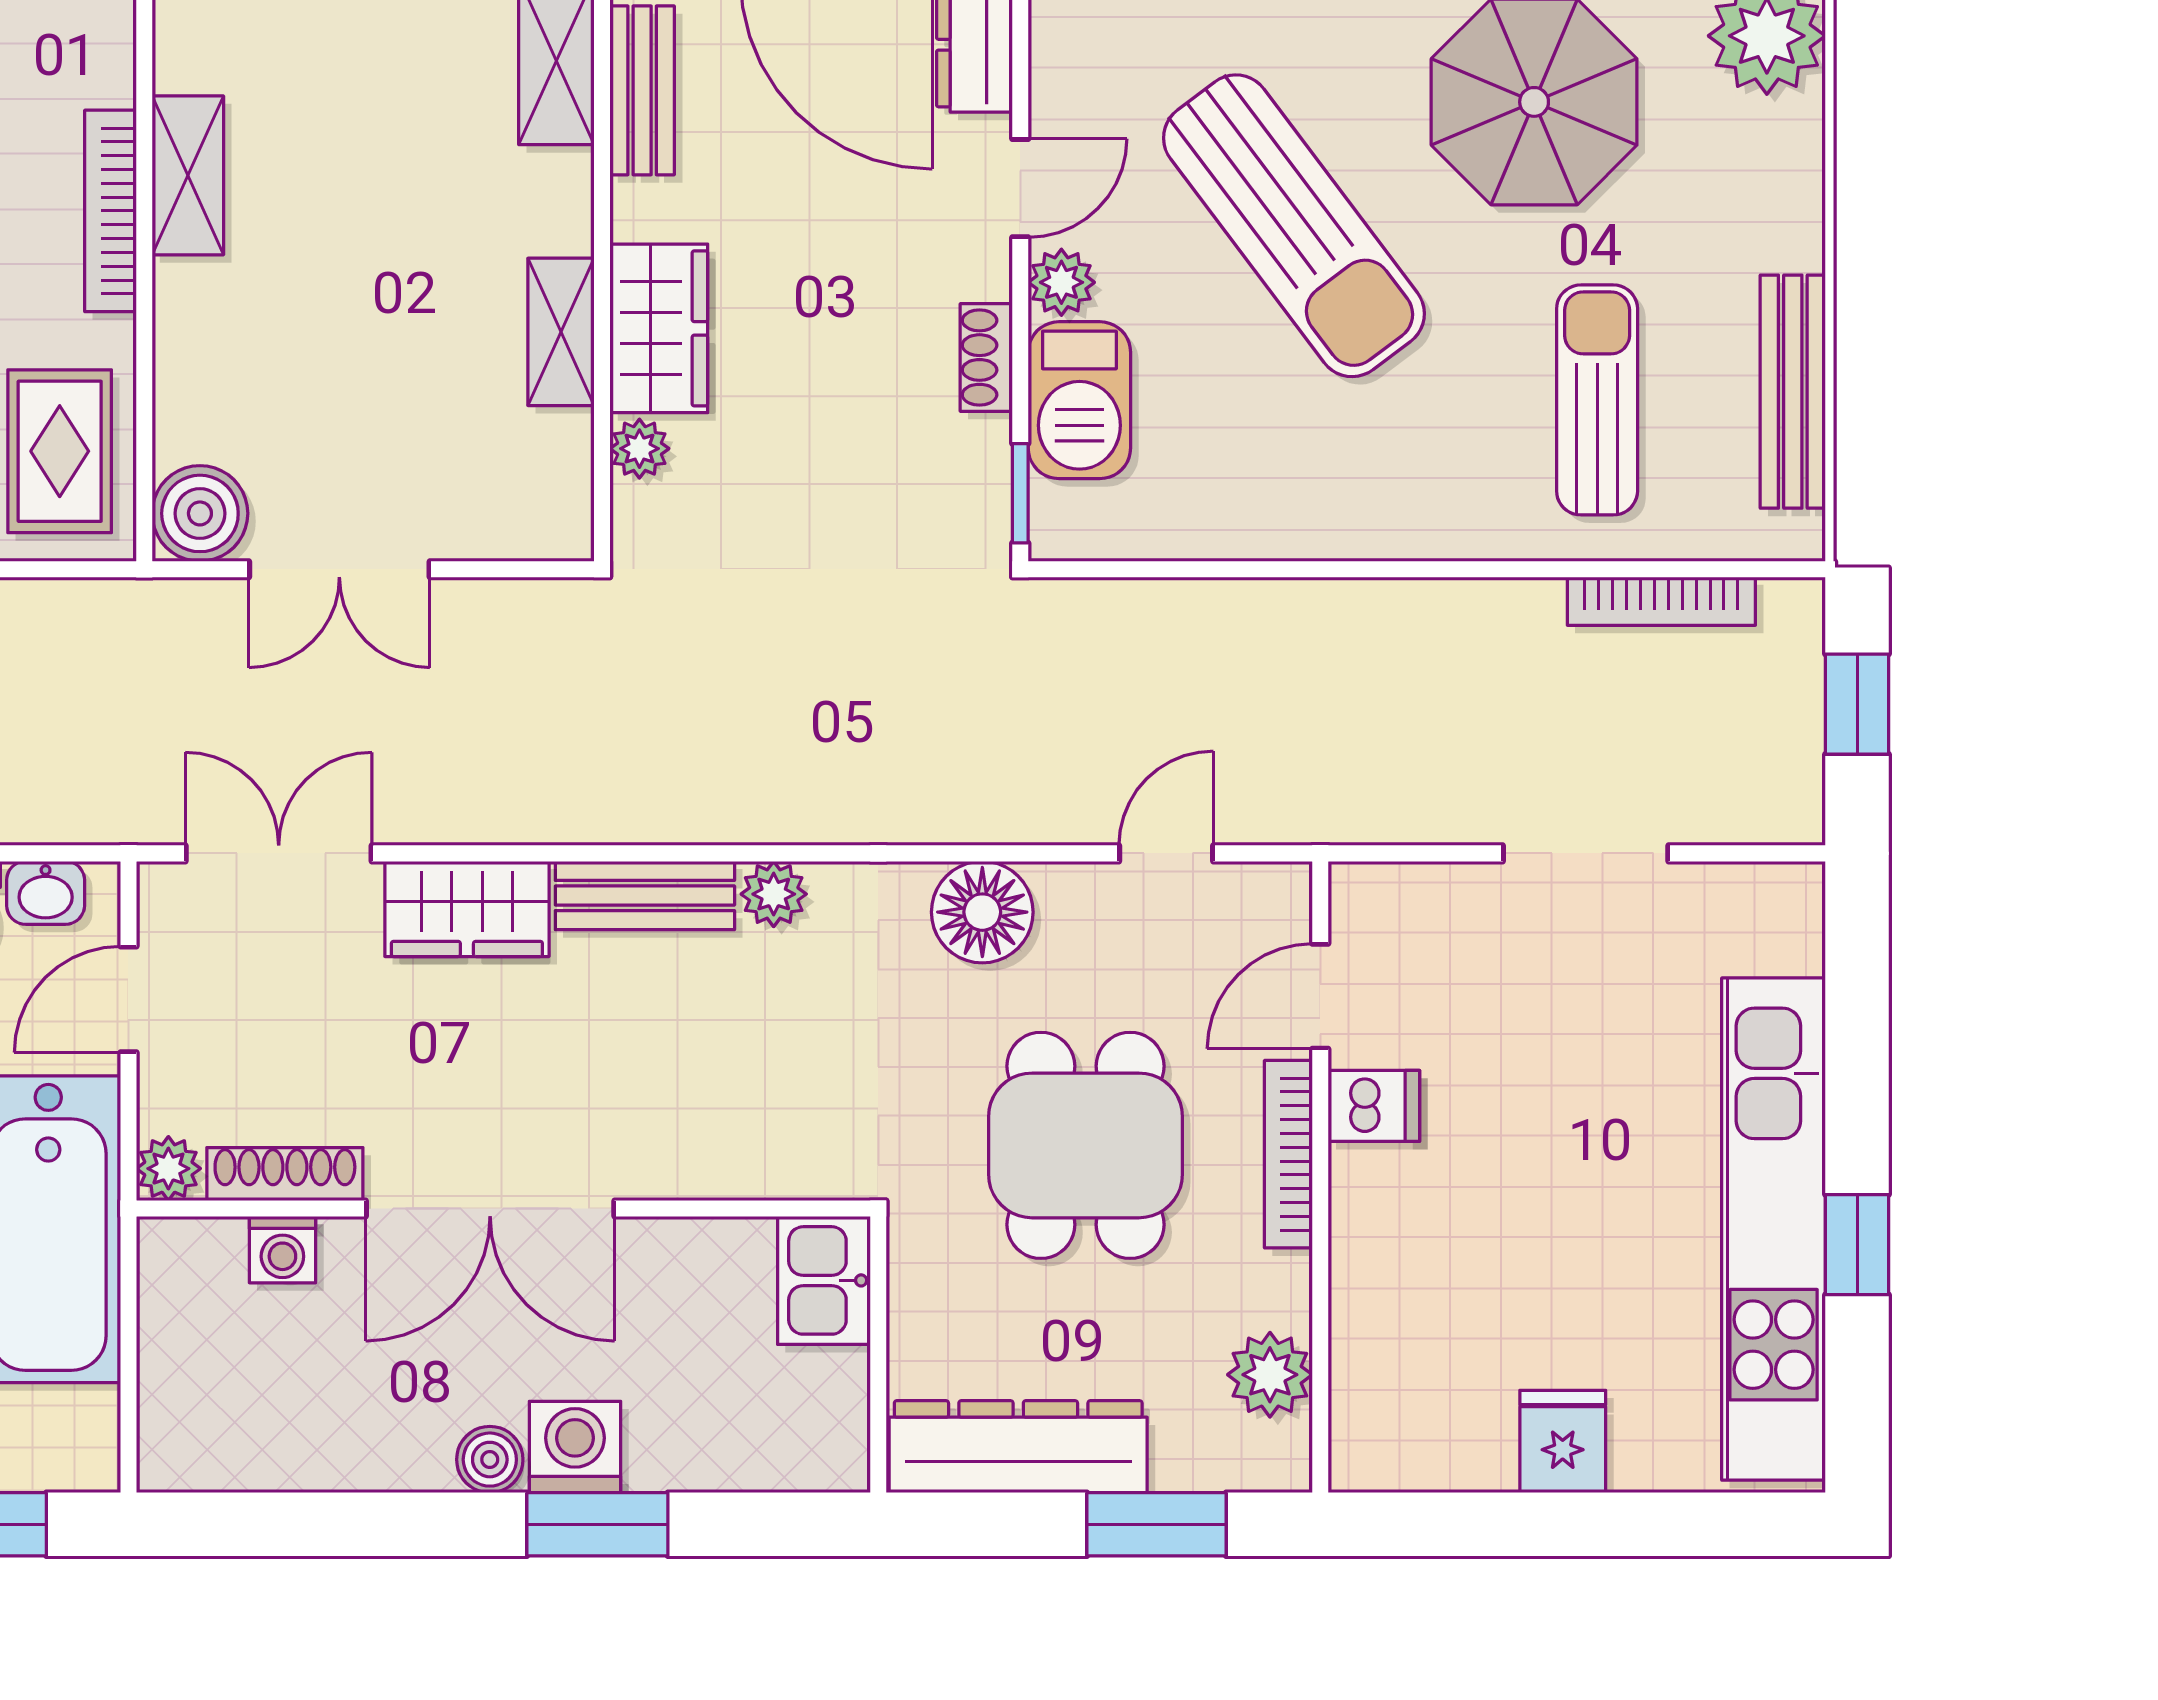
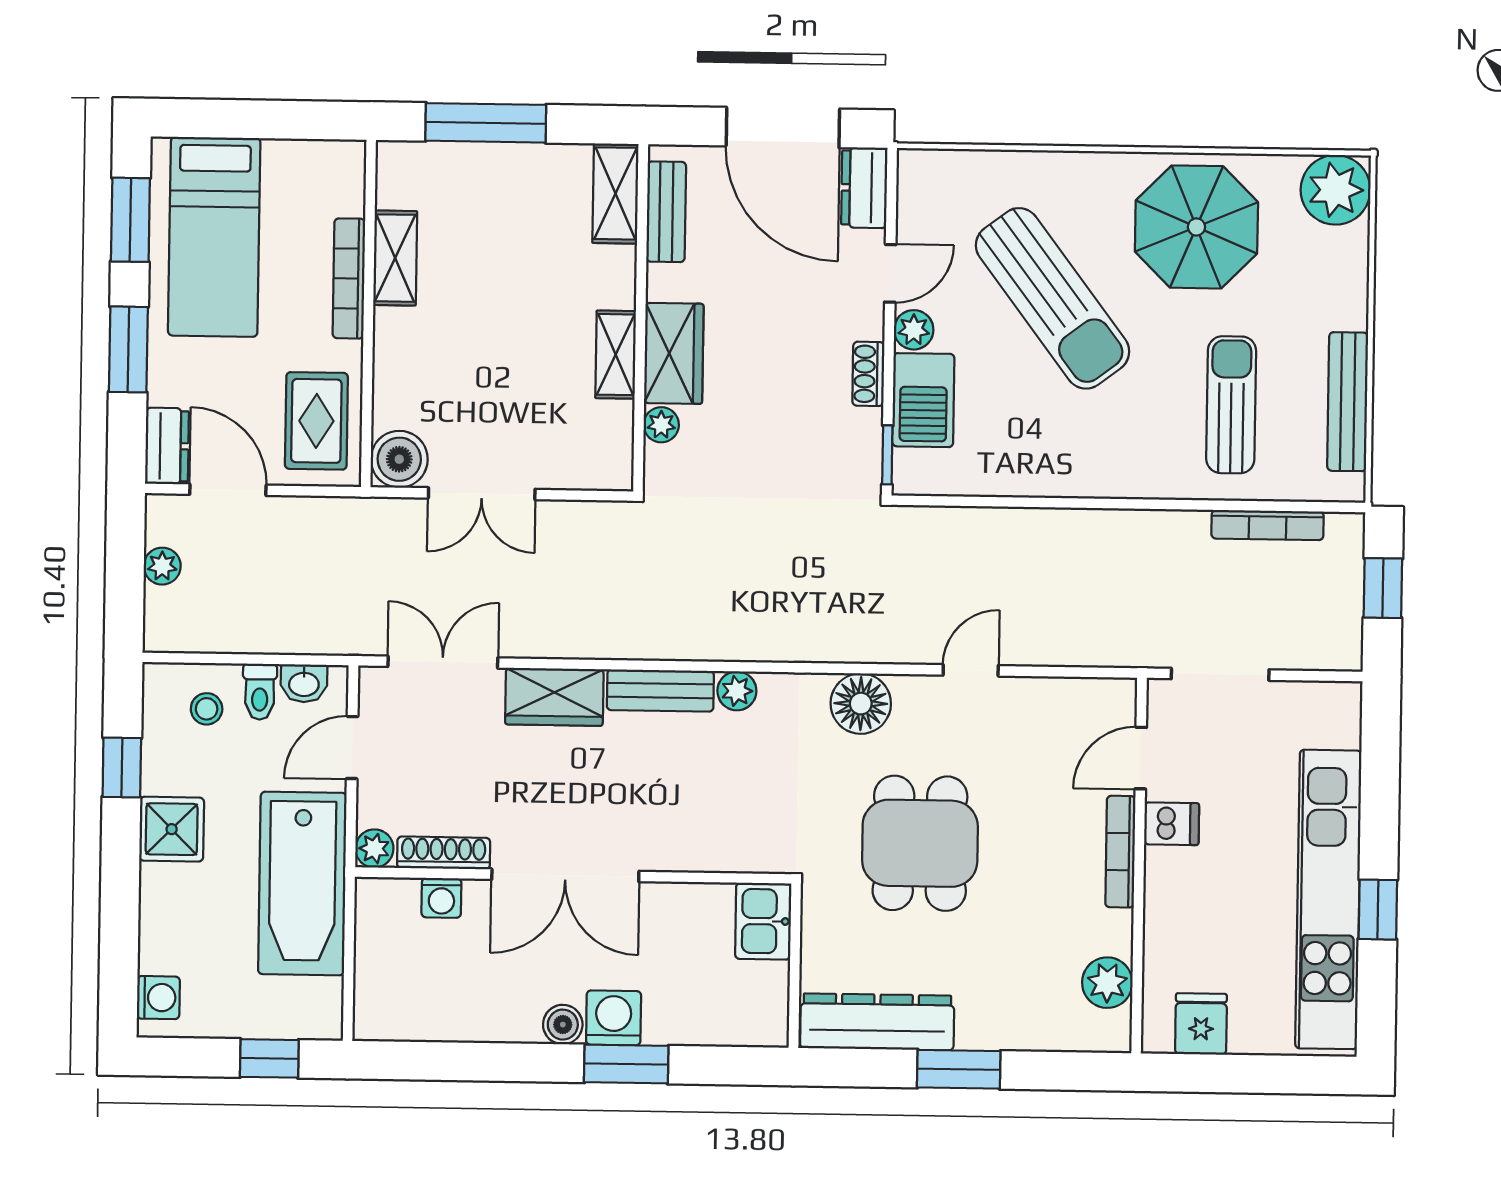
door: (1320, 996) -> (1141, 758), moved
dishwasher: (1374, 1106) -> (1172, 824), moved
bookcase: (1288, 1154) -> (1120, 852), moved
wall: (1320, 1177) -> (1139, 866), moved
plant: (1270, 1375) -> (1107, 983), moved

